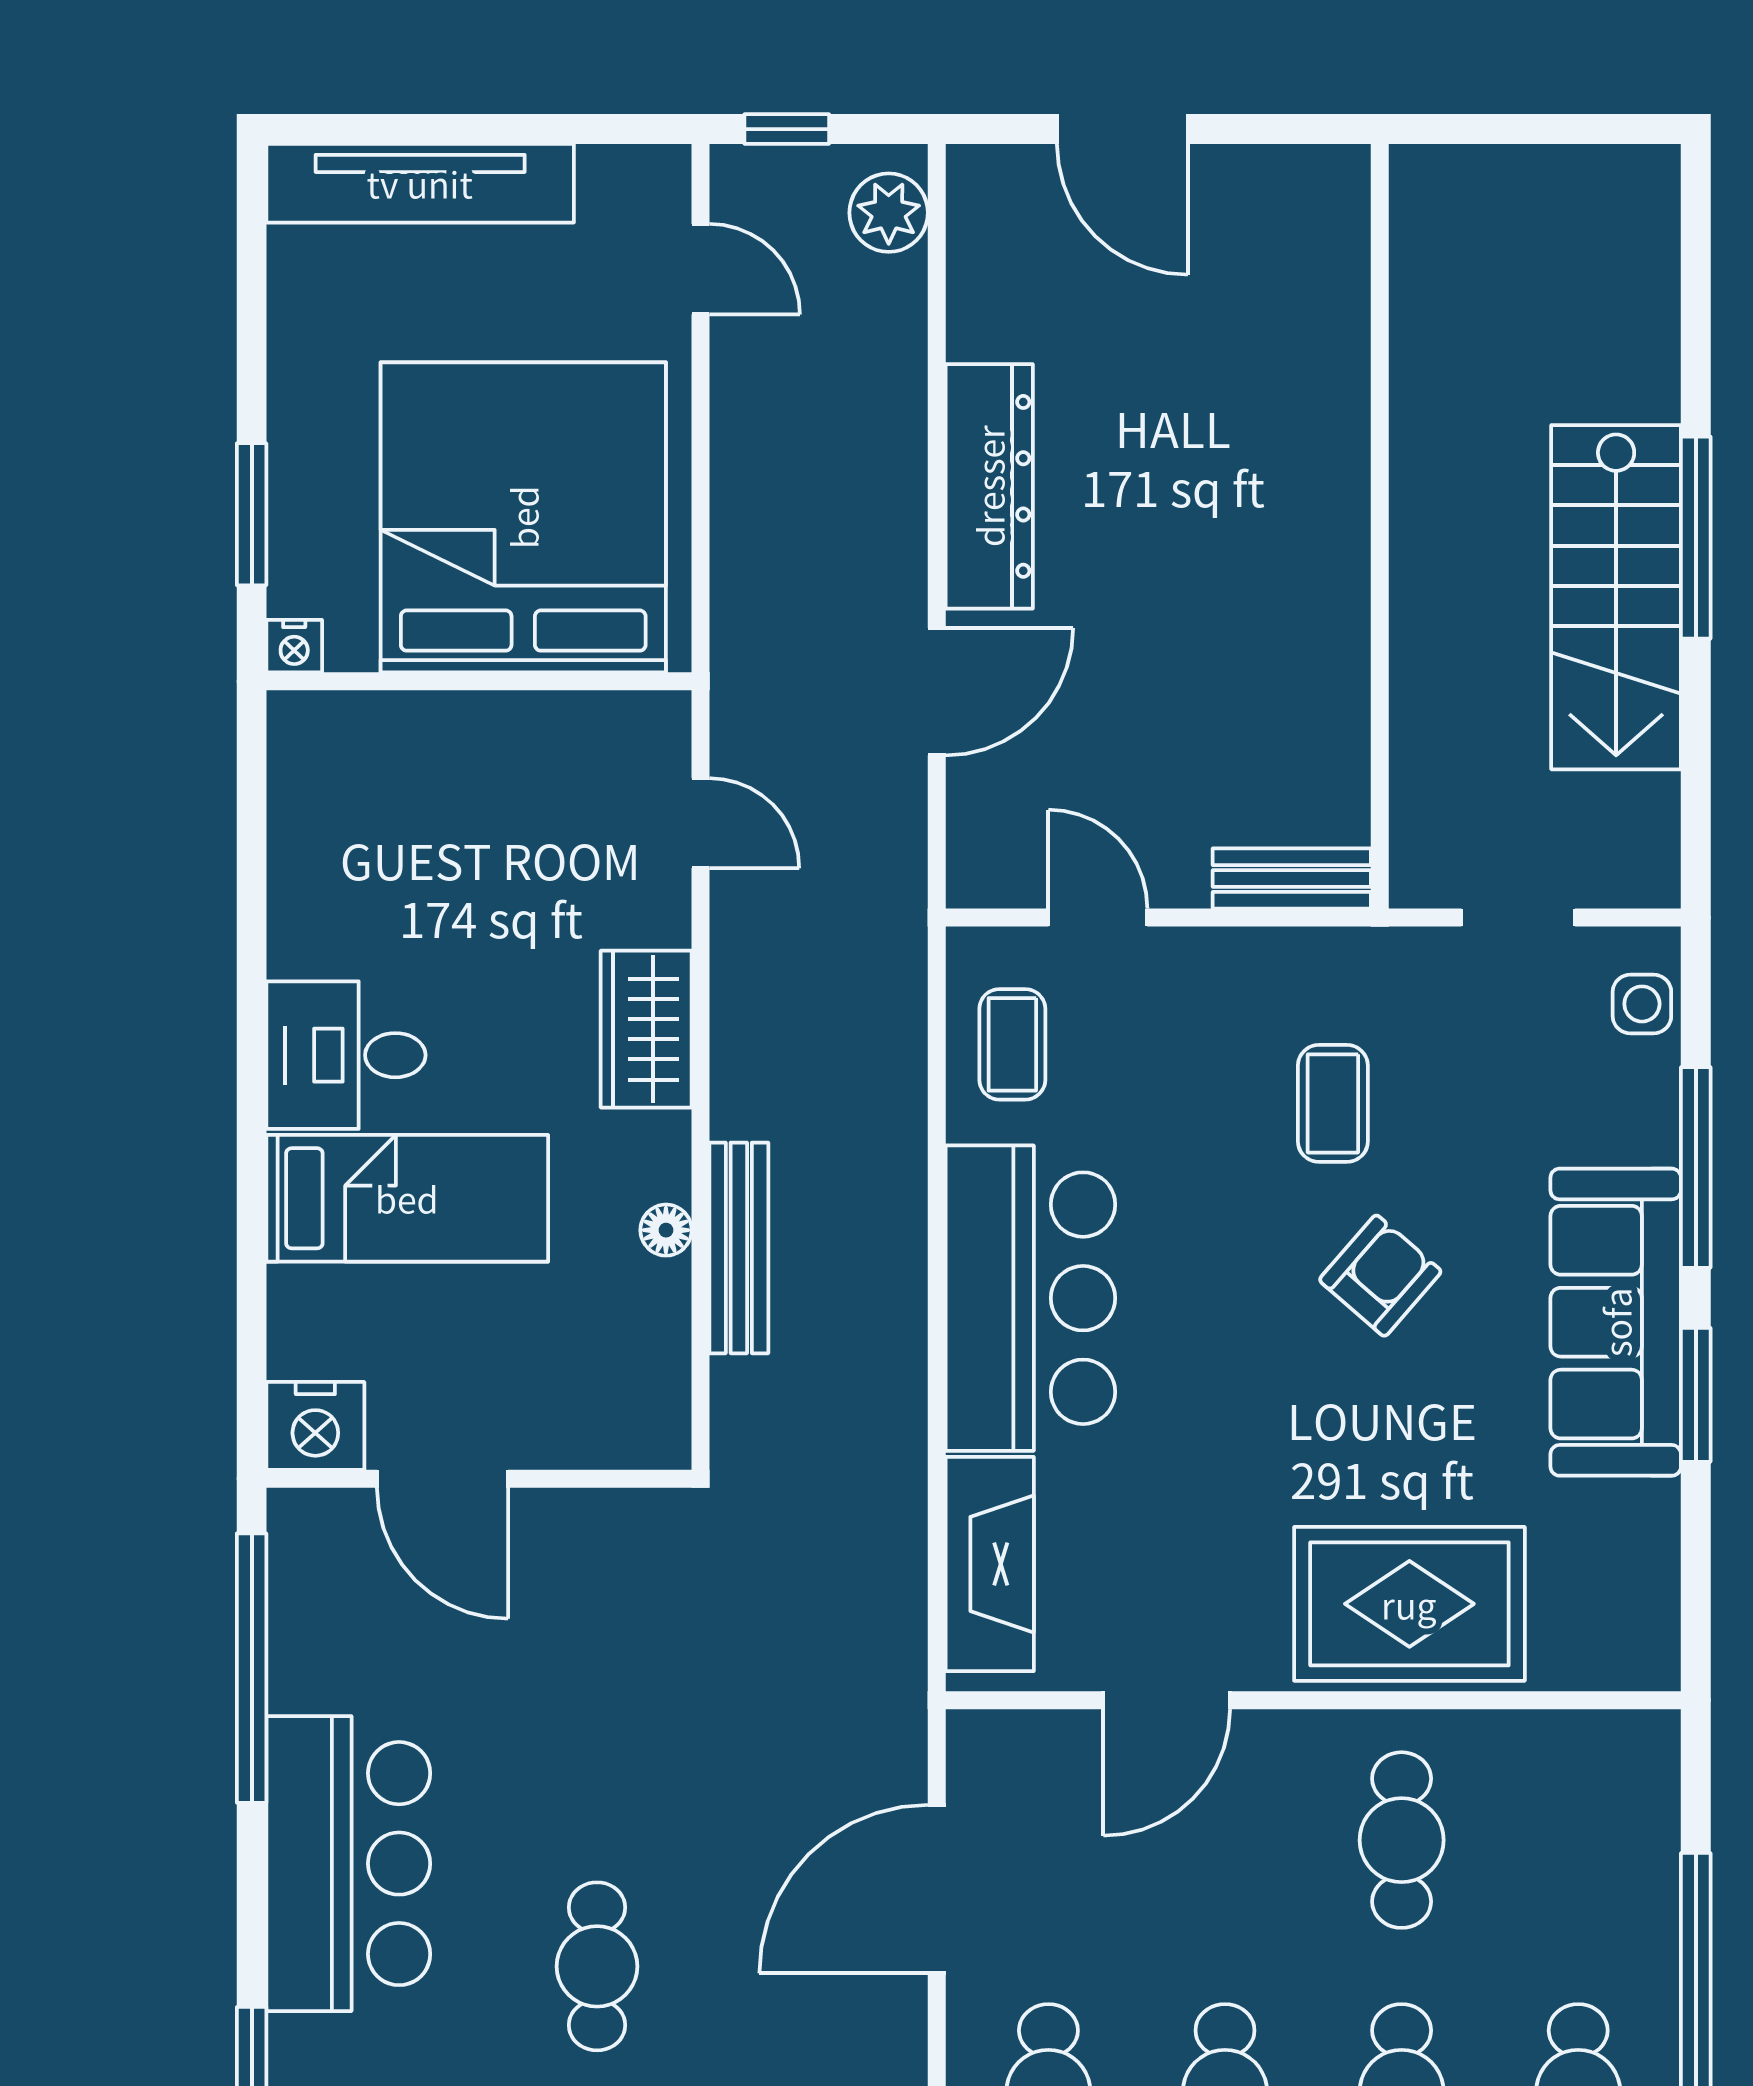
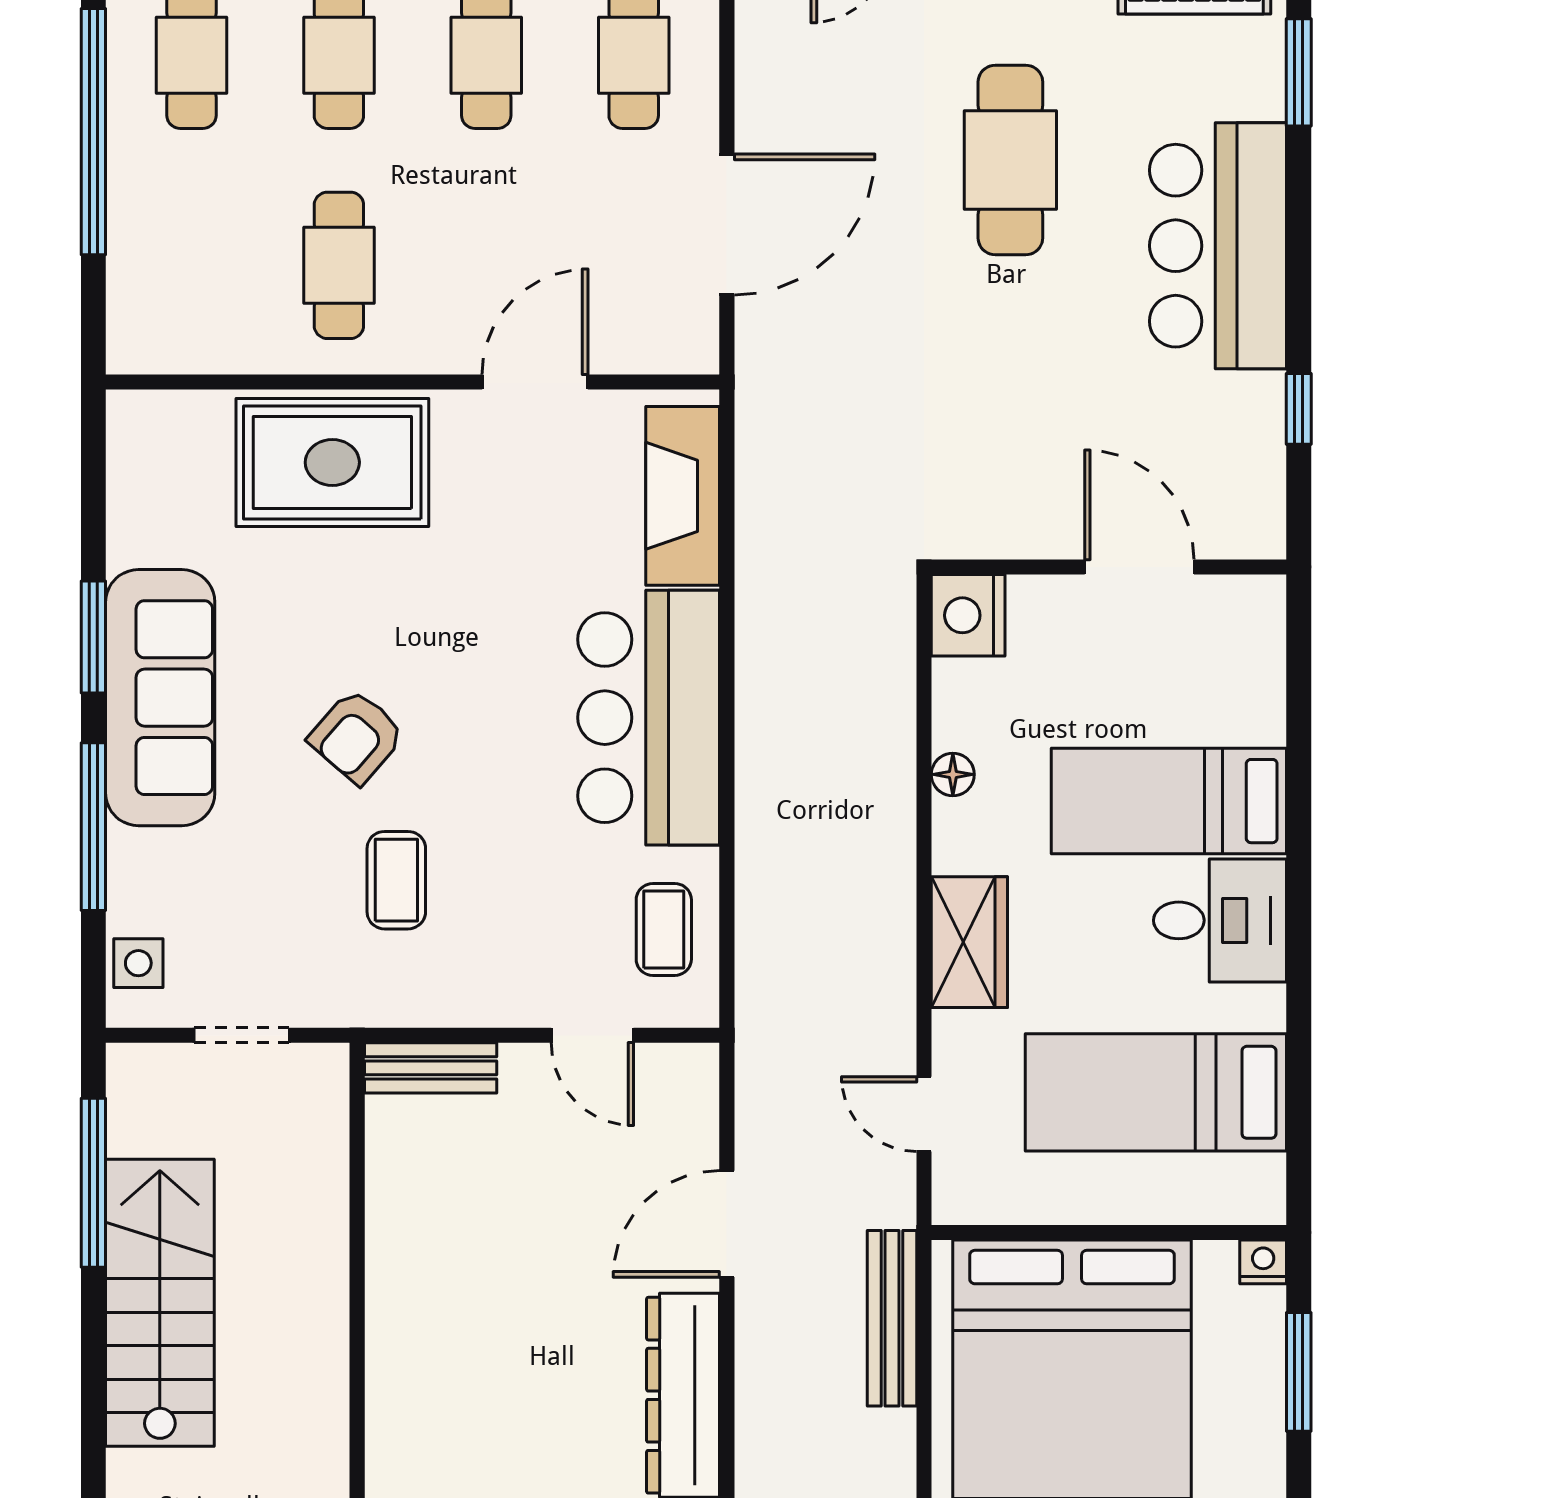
window: (1696, 538) -> (93, 1183), moved
bed: (423, 849) -> (1156, 1092), added
bench: (739, 1248) -> (892, 1318), moved
nightstand: (315, 1426) -> (968, 615), moved, turned -90
window: (252, 1668) -> (1299, 409), width x0.32
cafe table: (597, 1966) -> (1010, 160), width x1.37, depth x1.35

